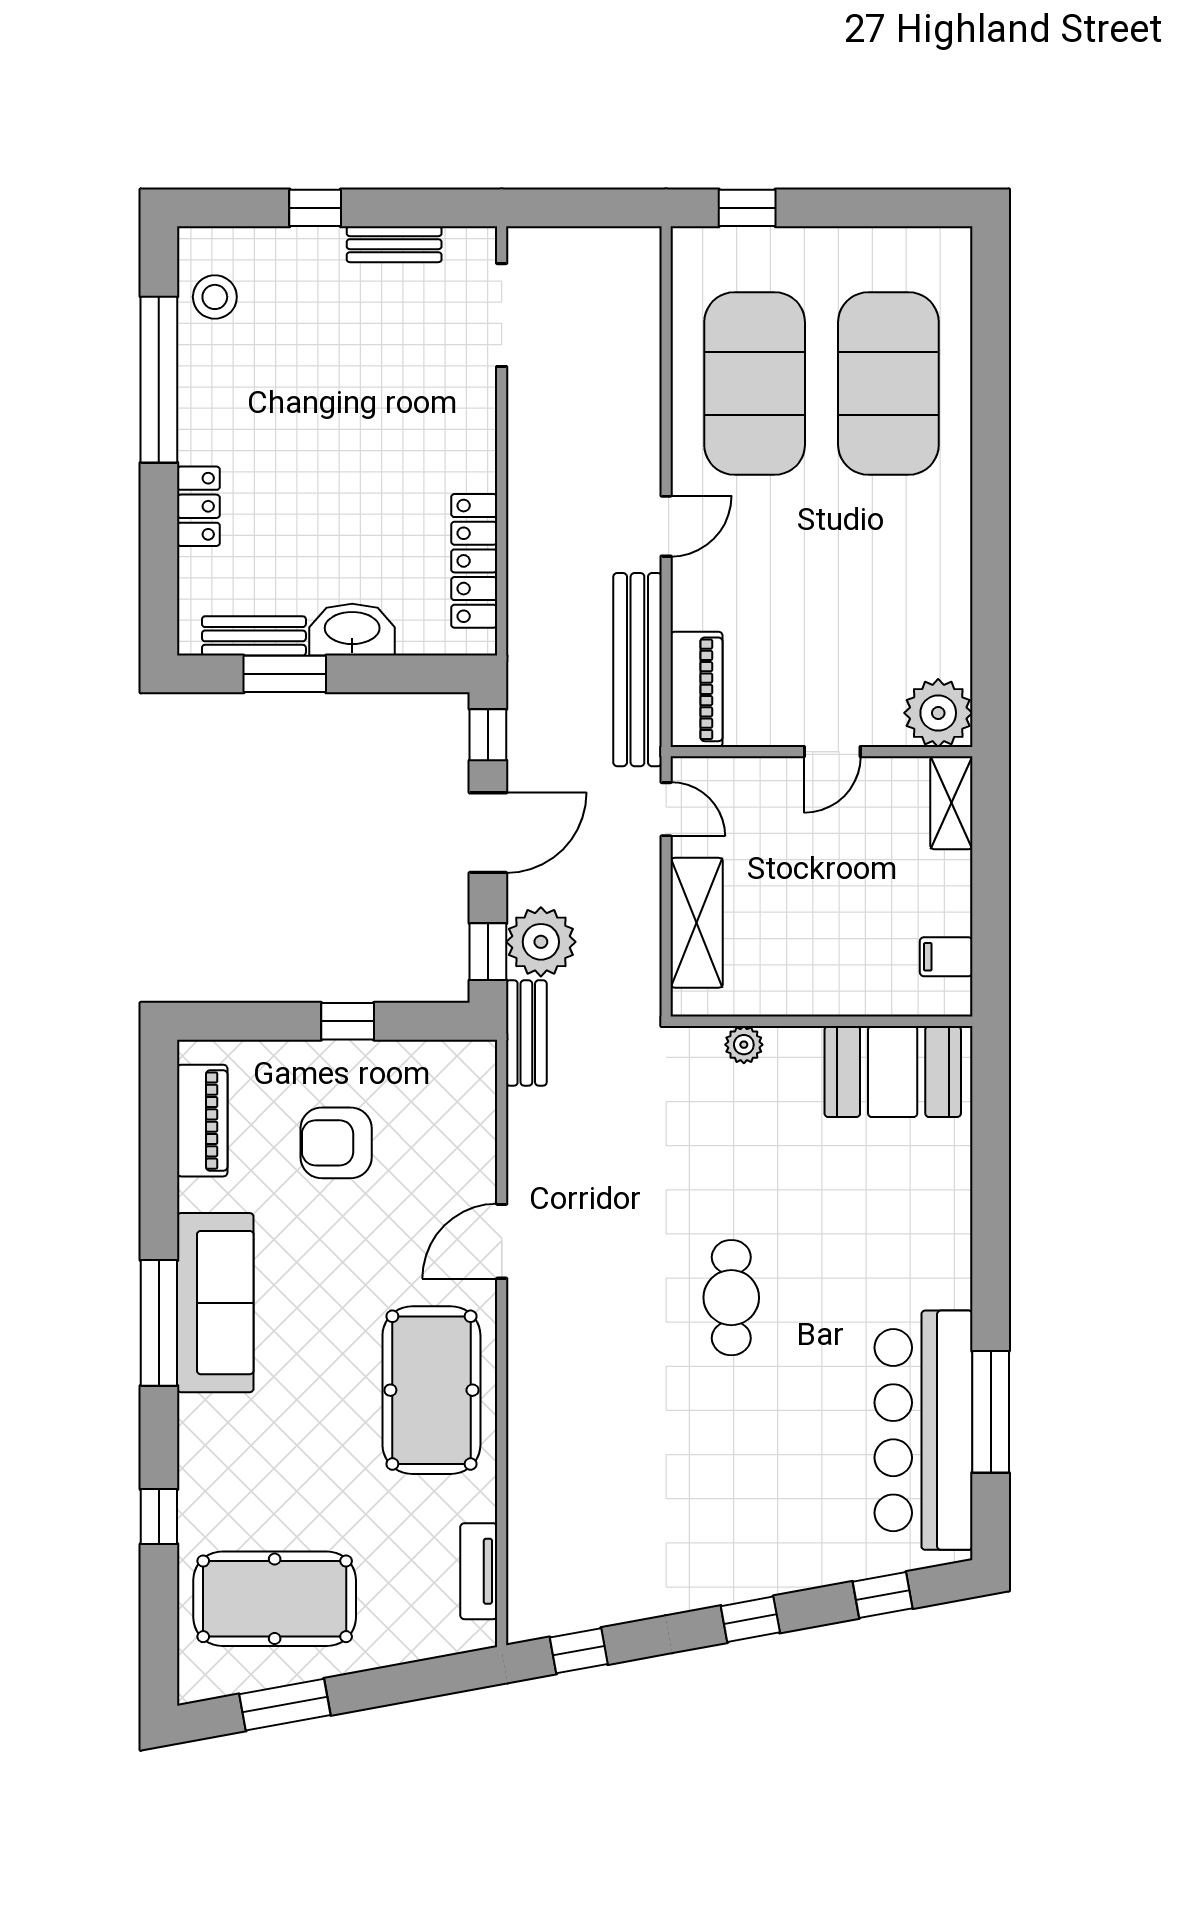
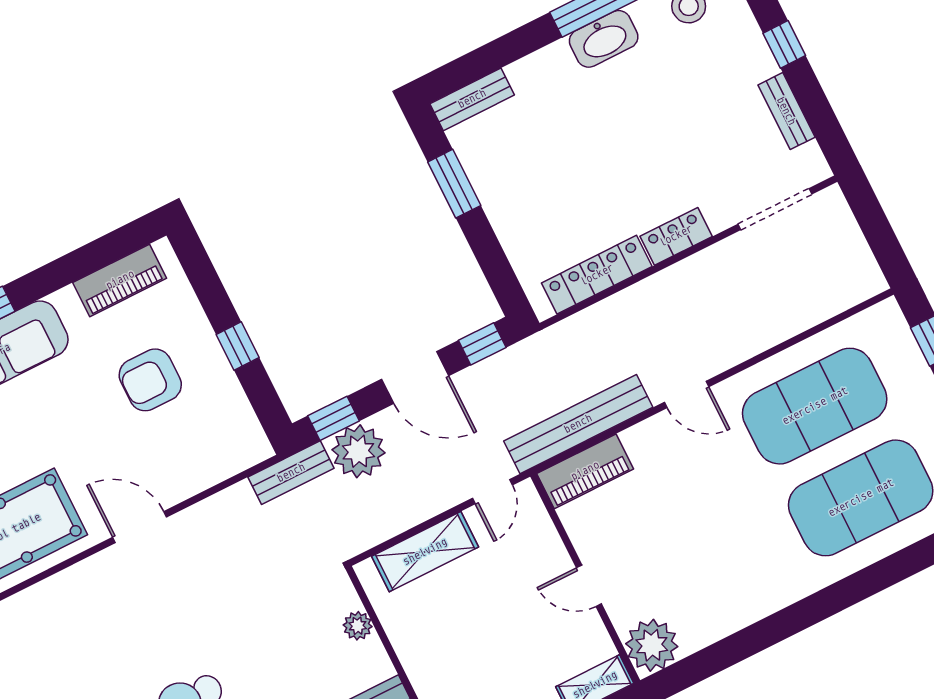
locker: (198, 506) -> (676, 236), moved, turned 180
washbasin: (352, 630) -> (604, 39), moved, turned 90
bench: (254, 636) -> (472, 99), moved, turned 90
armchair: (336, 1143) -> (150, 380), turned -90

